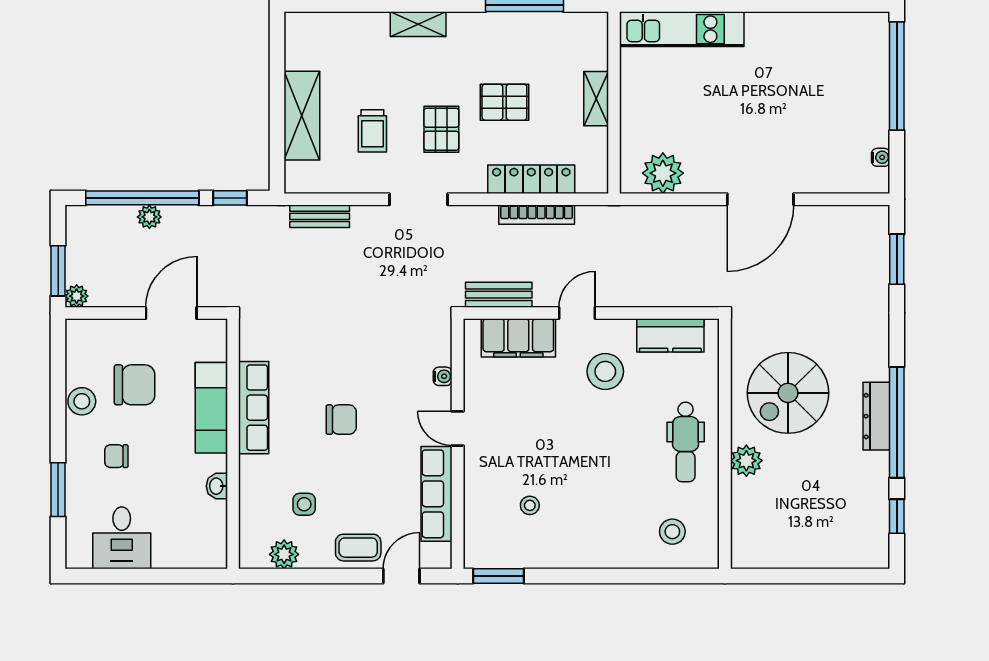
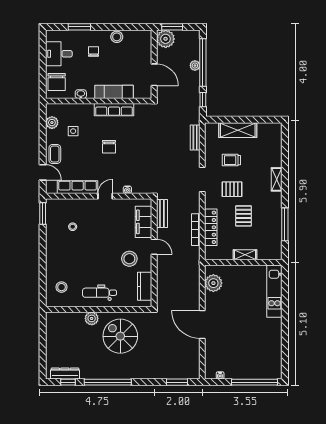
plant: (77, 296) -> (166, 39), width x1.88, depth x1.88
chair: (135, 385) -> (57, 82), moved
dresser: (876, 416) -> (65, 374), moved

